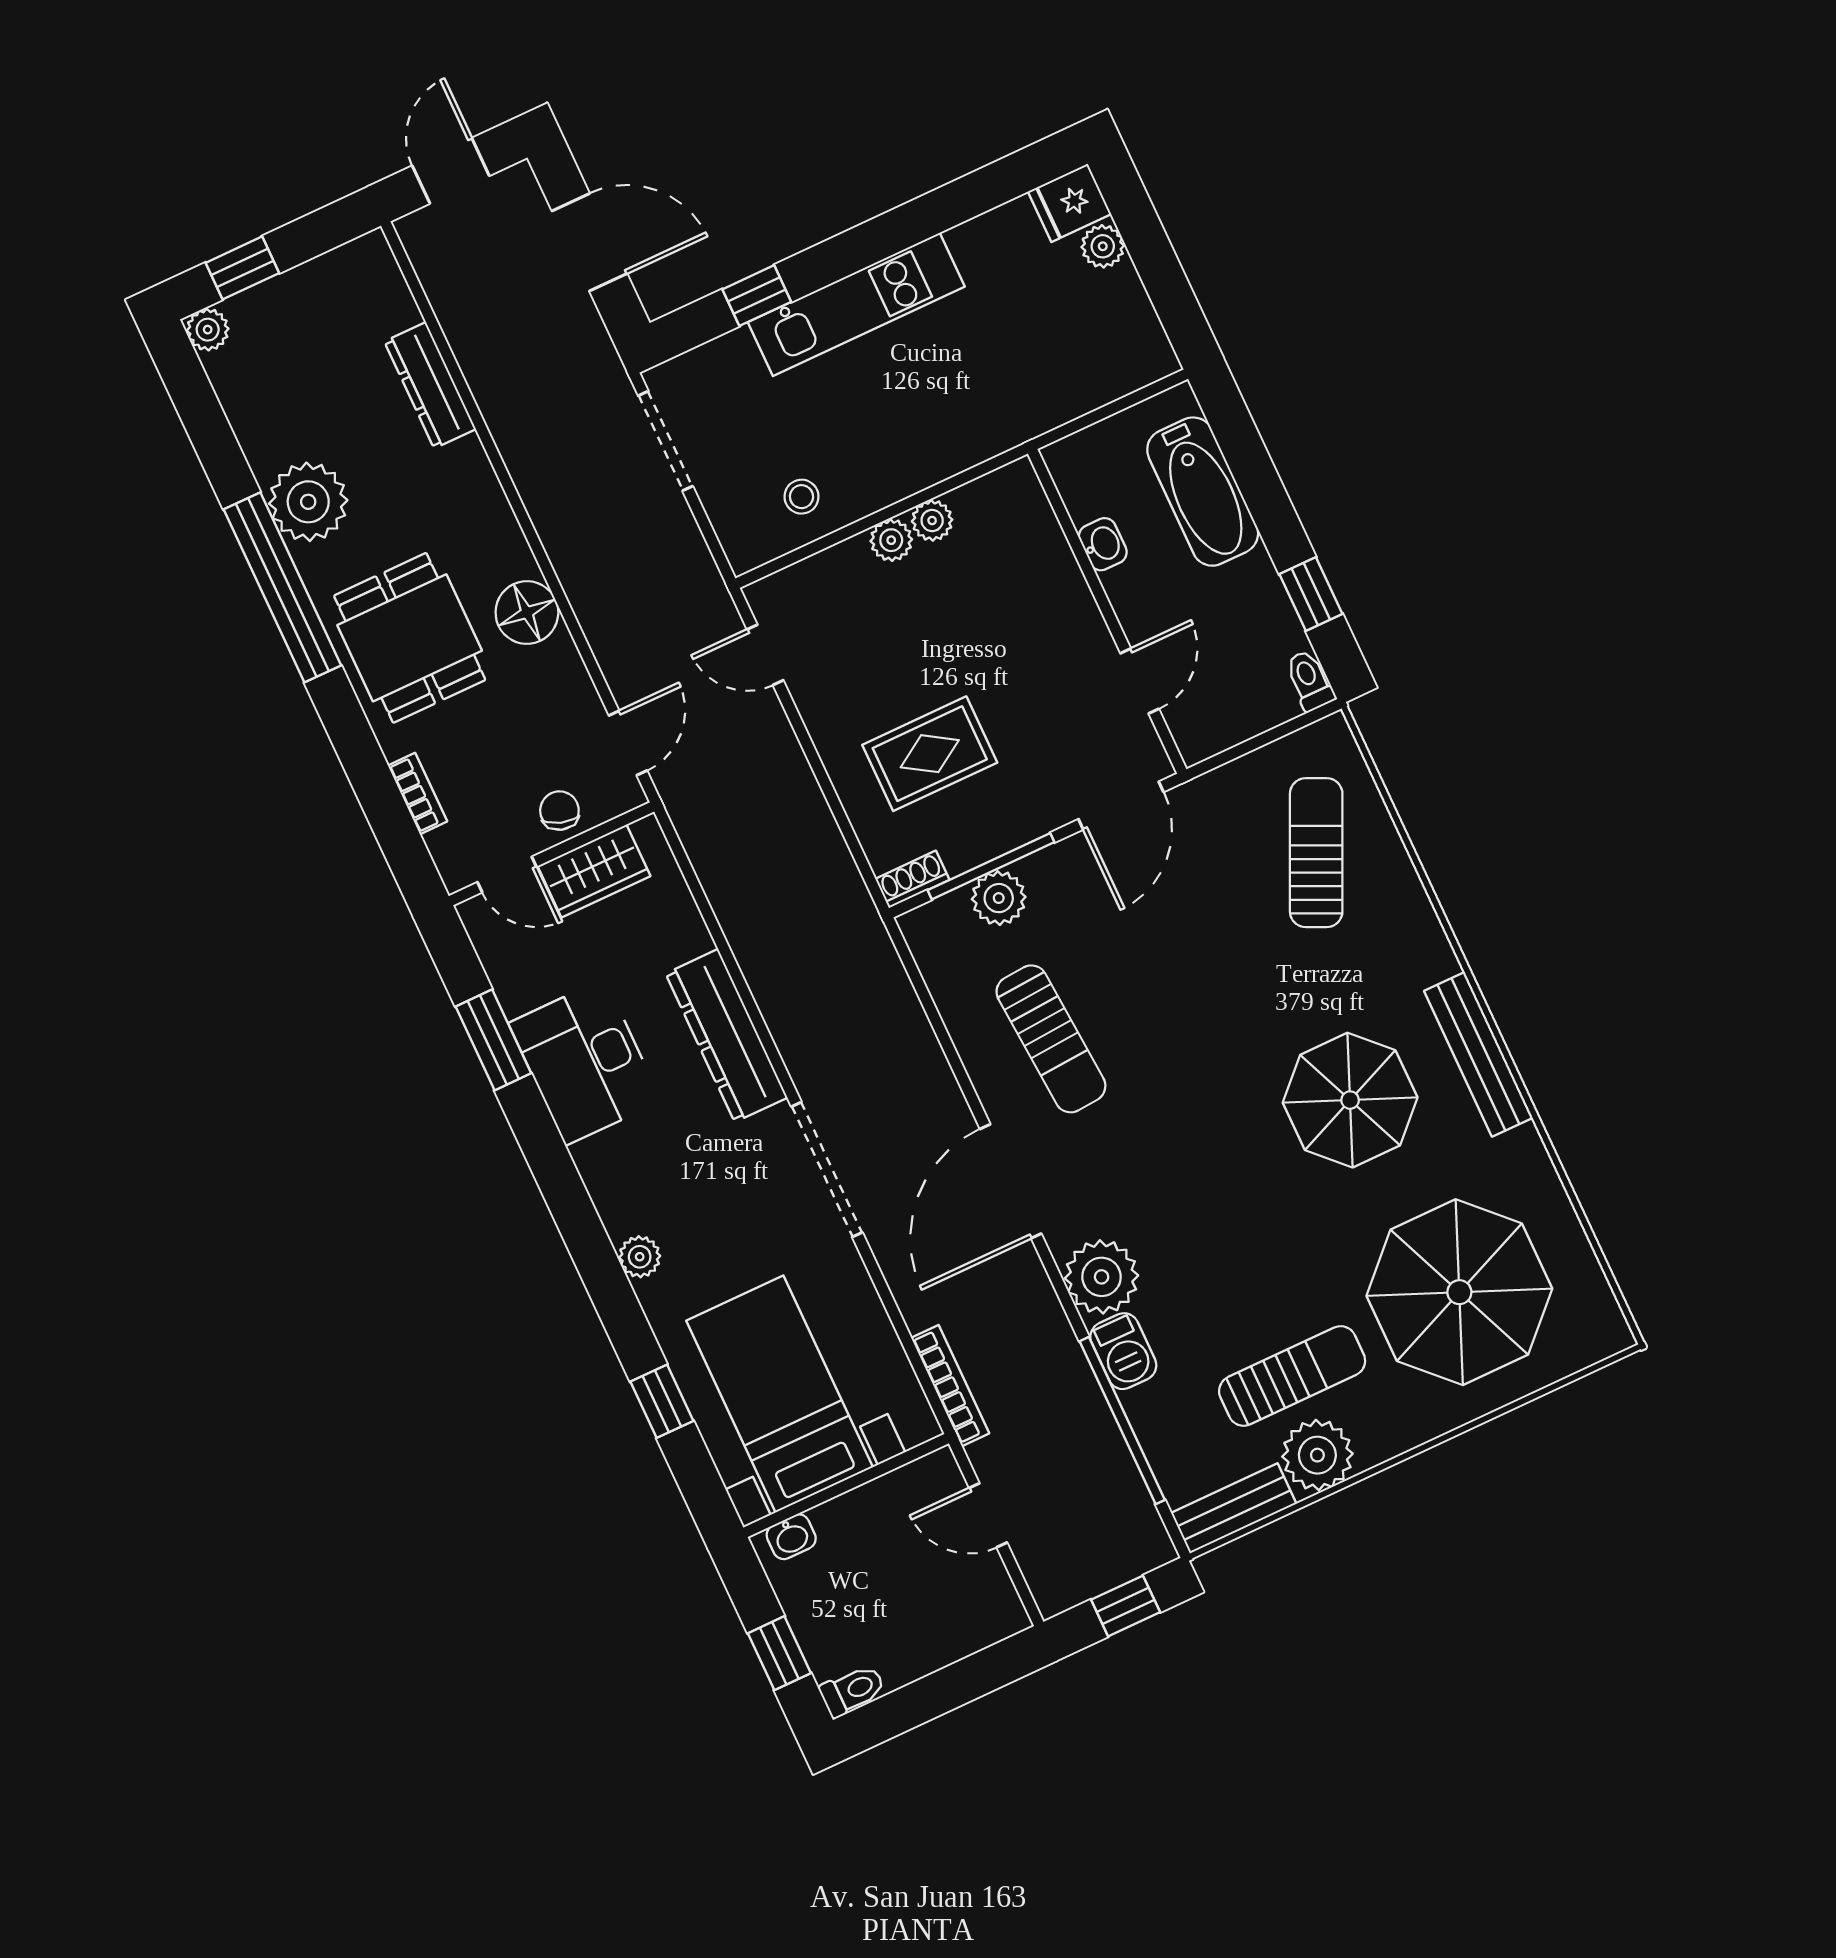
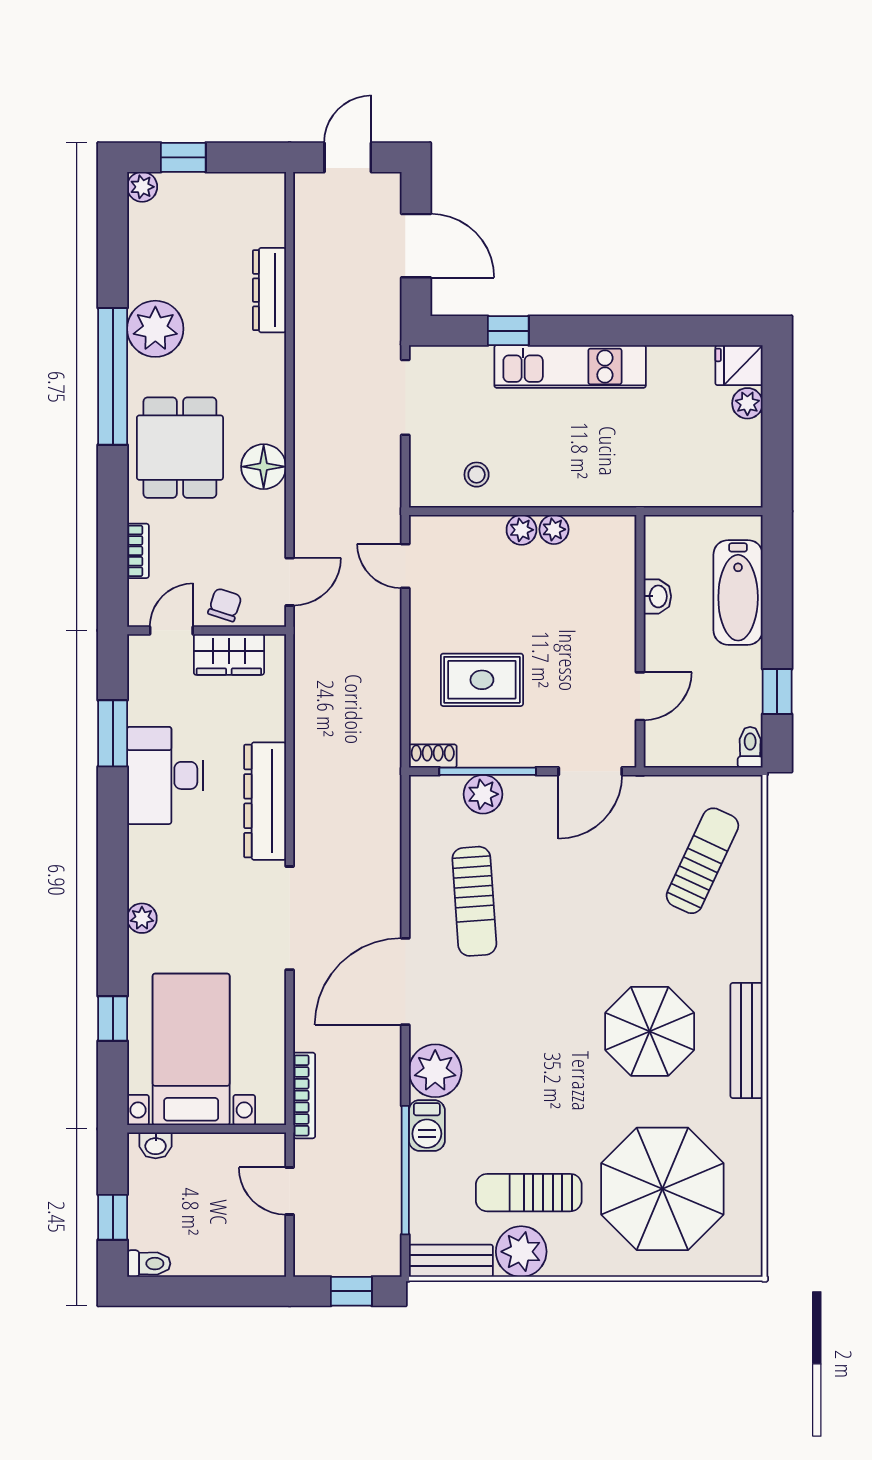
door: (507, 875) -> (171, 630), swing flipped
sun lounger: (1292, 1376) -> (529, 1193), turned 180

